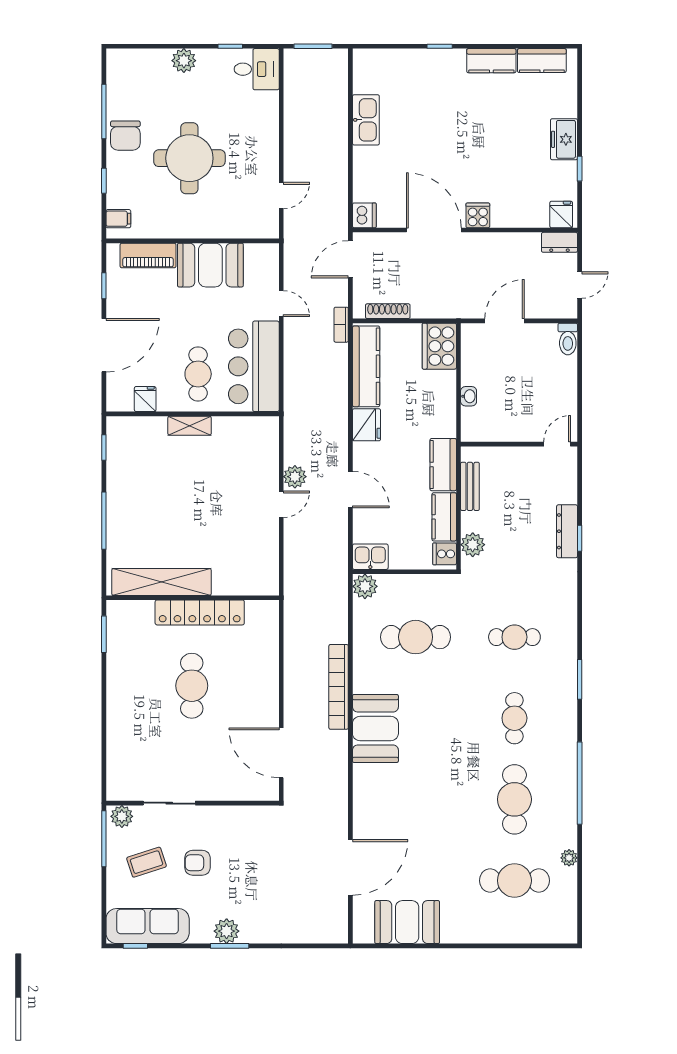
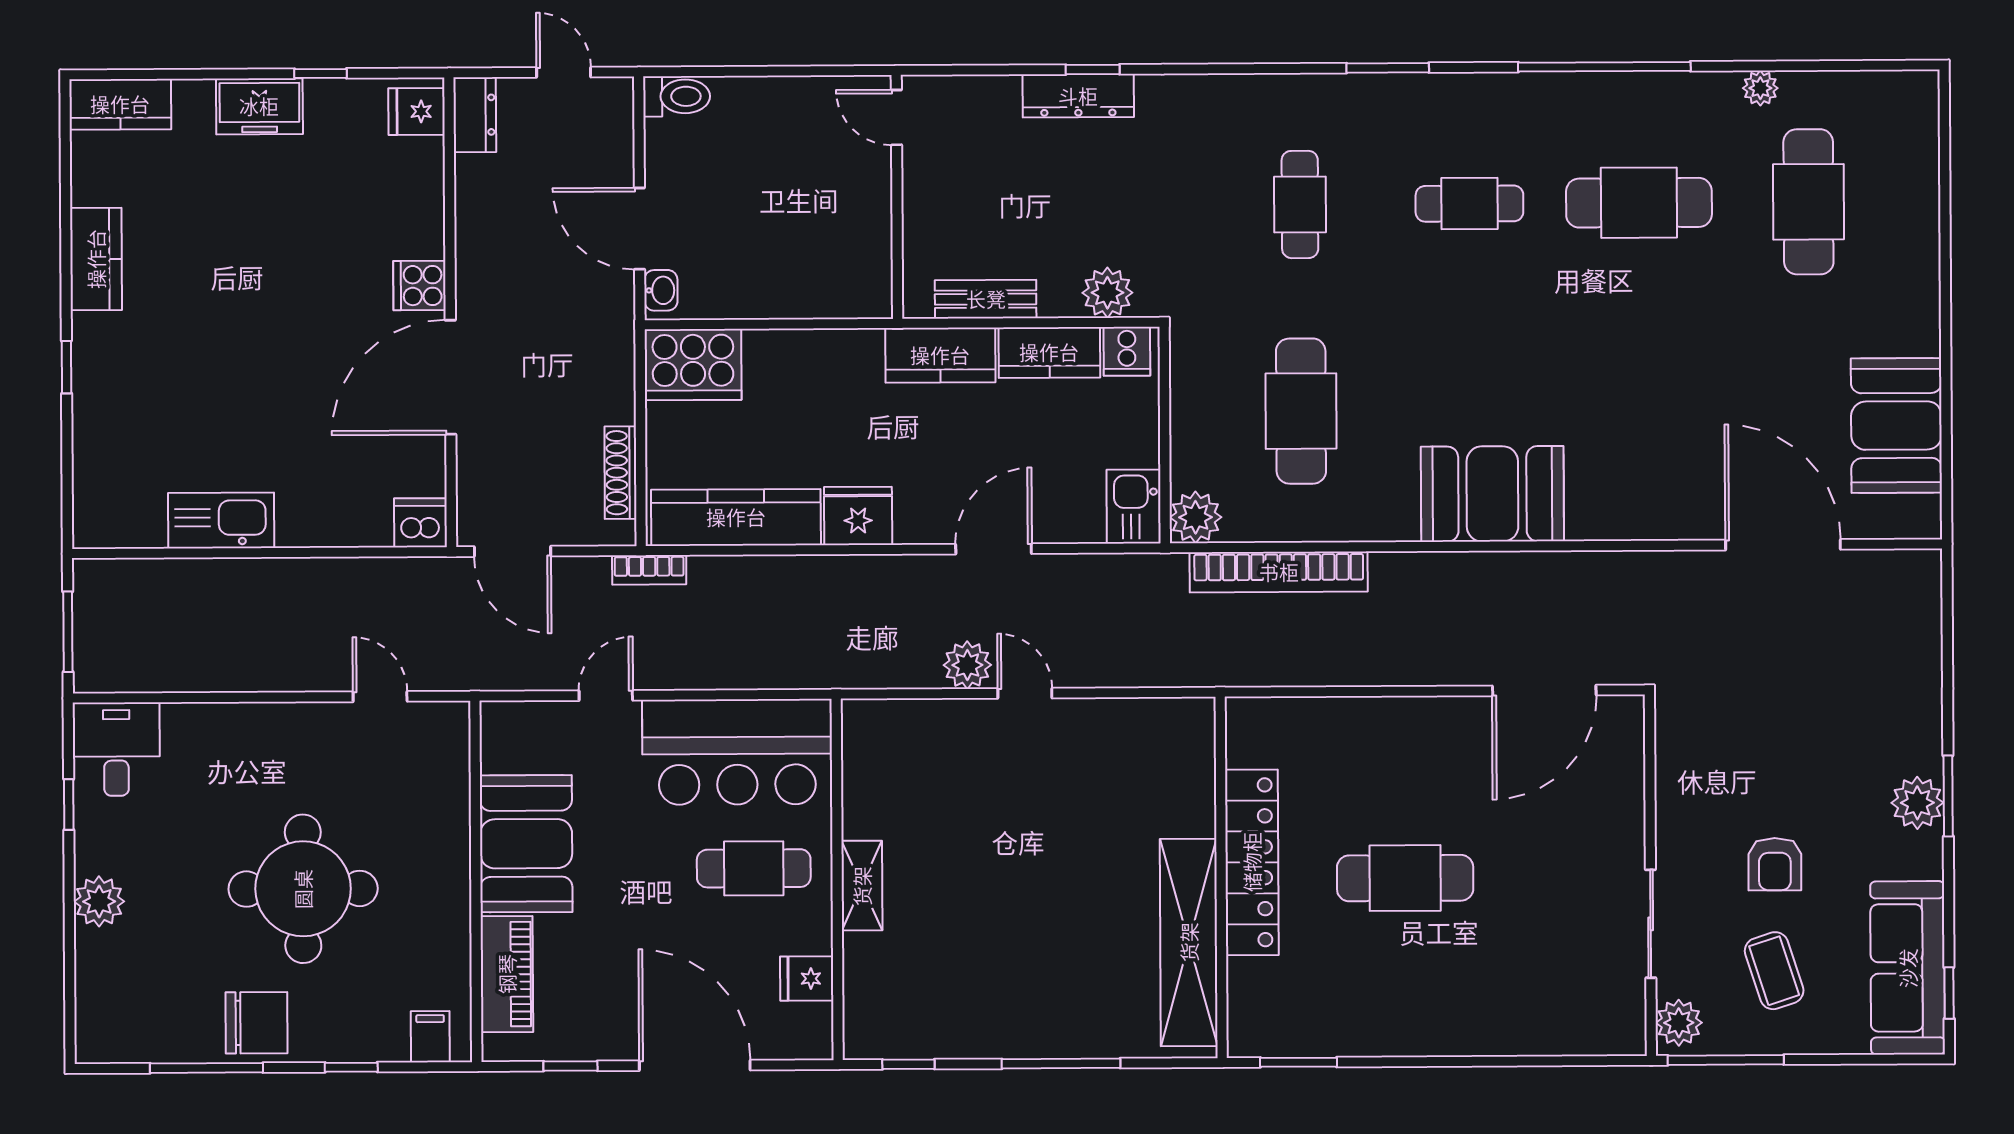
kitchen counter: (542, 61) -> (120, 104), moved, turned 90
washbasin: (469, 396) -> (661, 290), moved, turned 90
bookcase: (339, 687) -> (1279, 572), moved

